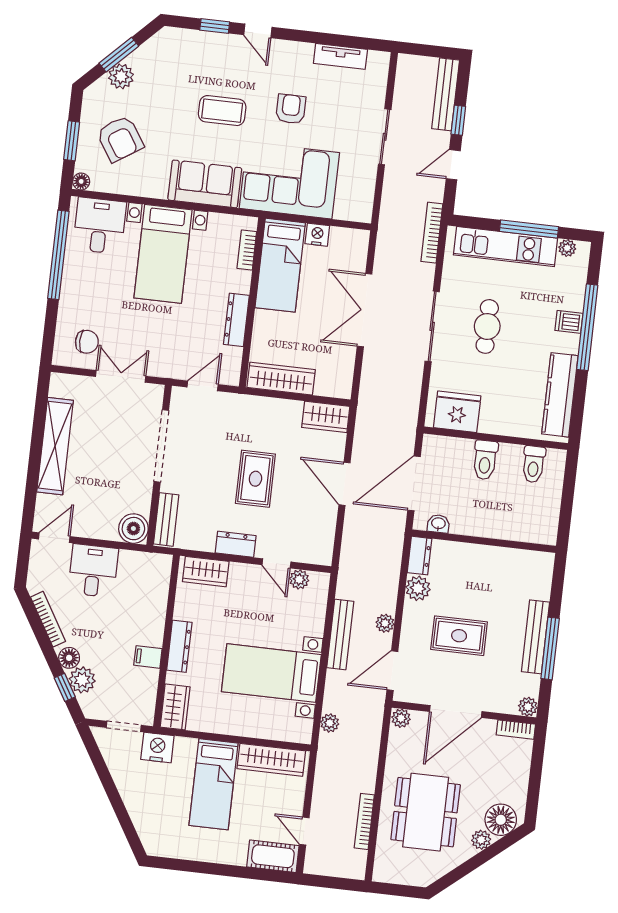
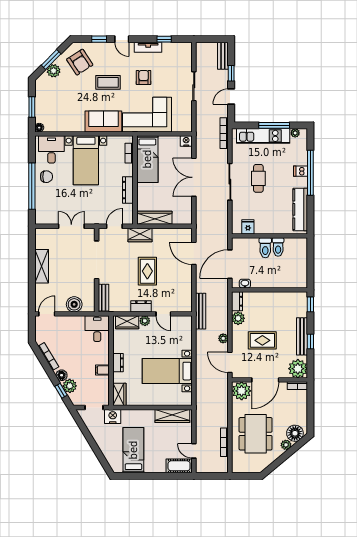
window: (338, 40) -> (164, 39), added
tv unit: (340, 56) -> (148, 47), moved
bench: (446, 94) -> (223, 56), width x0.73
armchair: (120, 139) -> (80, 62), moved
nightstand: (317, 235) -> (186, 141), moved
window: (58, 255) -> (32, 186), moved
chair: (87, 342) -> (46, 177), moved
fridge: (457, 412) -> (248, 227), width x0.53, depth x0.75
wardrobe: (326, 417) -> (140, 235), moved
shelving: (55, 446) -> (42, 266), width x0.68
toilet: (534, 464) -> (278, 247), moved
door: (344, 484) -> (194, 253), moved
boiler: (133, 529) -> (74, 304), moved
desk: (93, 571) -> (97, 329), moved
window: (558, 578) -> (310, 304), added
plant: (299, 579) -> (145, 321), moved
bench: (340, 634) -> (201, 311), moved
dresser: (179, 646) -> (118, 363), width x0.70
window: (550, 648) -> (310, 341), width x0.46
door: (392, 671) -> (230, 362), hinge flipped
plant: (528, 707) -> (298, 369), width x1.88, depth x1.88
plant: (401, 718) -> (242, 391), width x1.87, depth x1.87
plant: (330, 723) -> (201, 393), removed
bed: (214, 784) -> (133, 450), moved, turned 180

